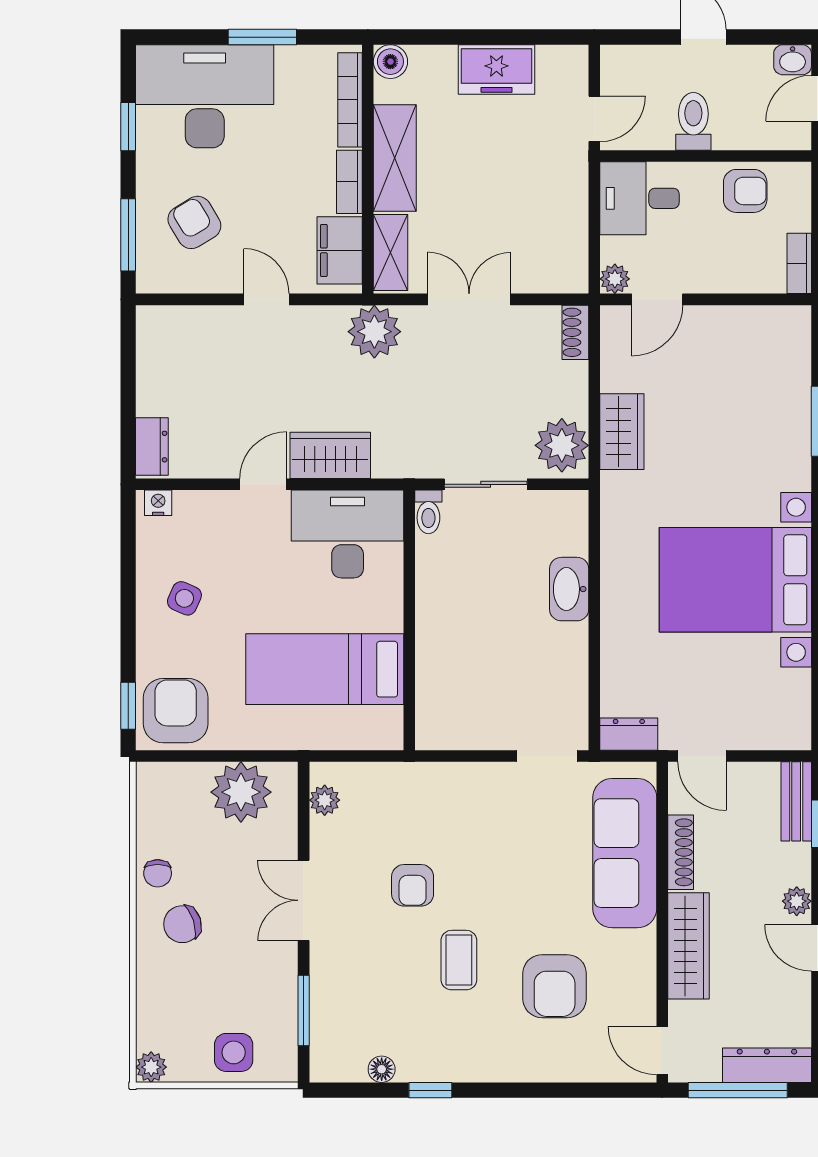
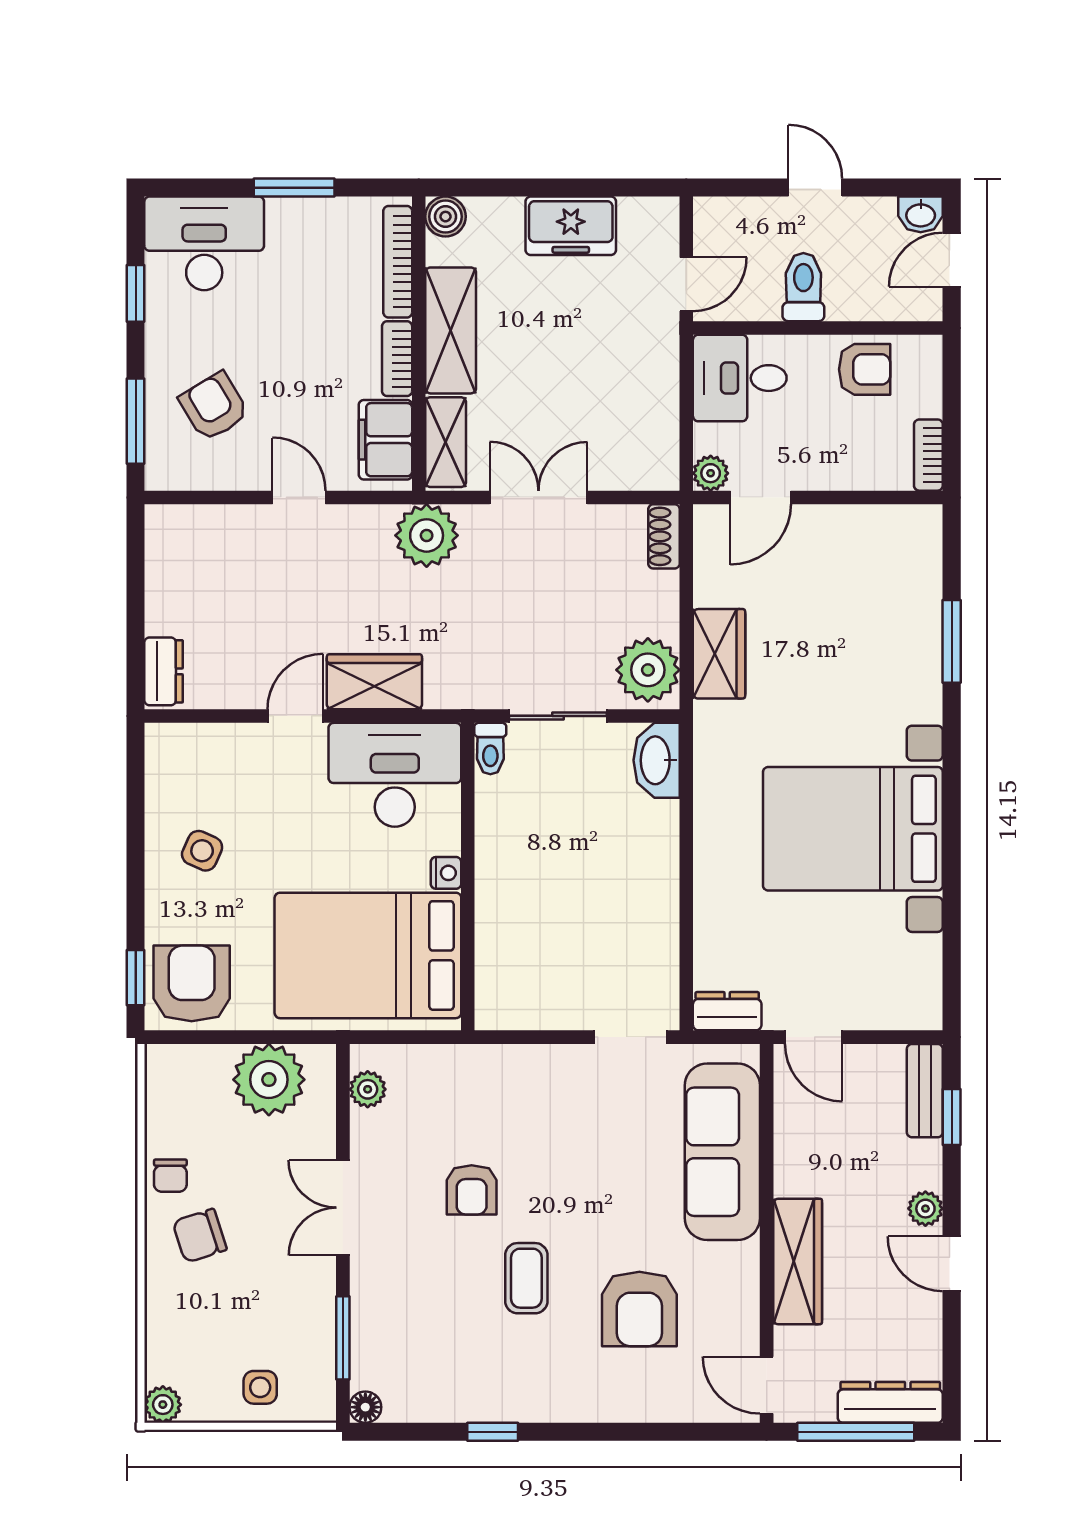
desk: (205, 96) -> (204, 243), width x0.73, depth x0.77
nightstand: (158, 503) -> (446, 873), moved, turned 90
washbasin: (569, 589) -> (657, 760), moved
bed: (325, 669) -> (368, 955), width x1.50
shoe rack: (681, 852) -> (788, 1151), removed
side table: (234, 1052) -> (260, 1387), width x0.73, depth x0.73
floor lamp: (382, 1069) -> (365, 1407), moved

